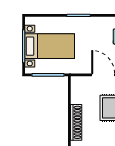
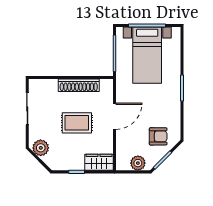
shoe rack: (76, 122) -> (79, 85), moved

